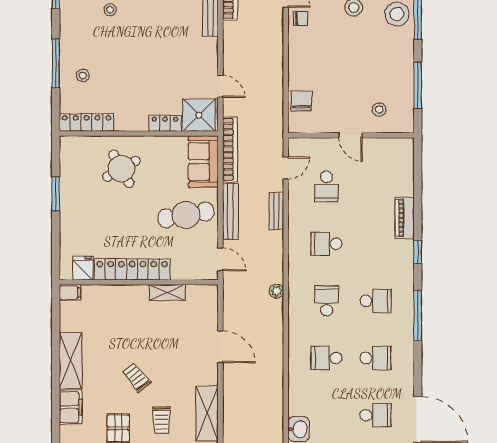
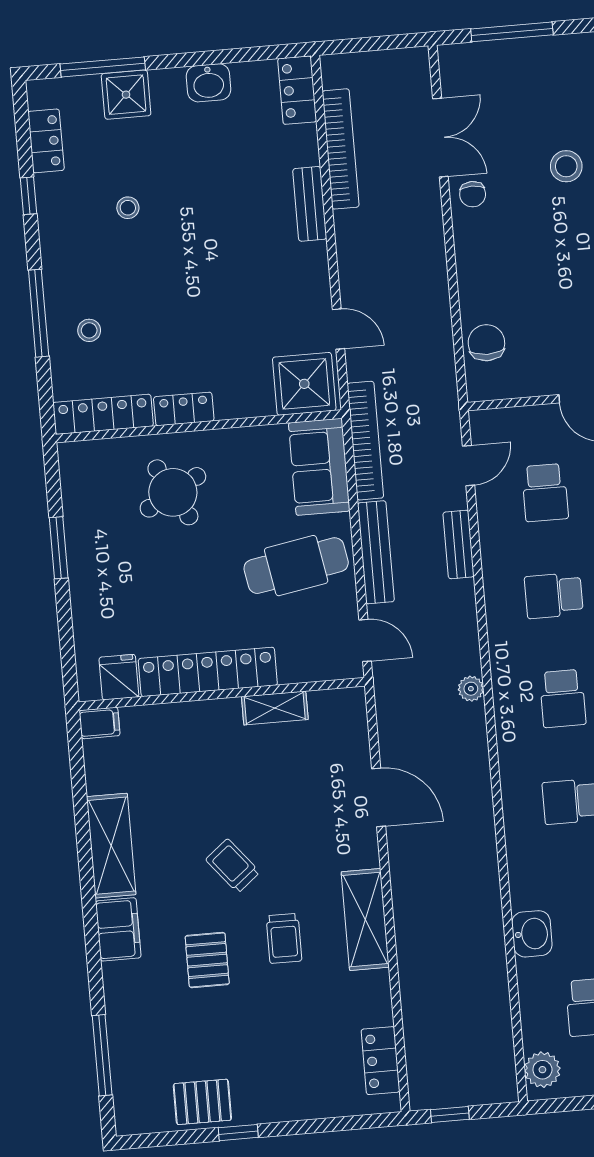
chair: (301, 18) -> (473, 194), turned 90
locker: (165, 123) -> (184, 409), moved
school desk: (327, 301) -> (563, 698), turned 180

